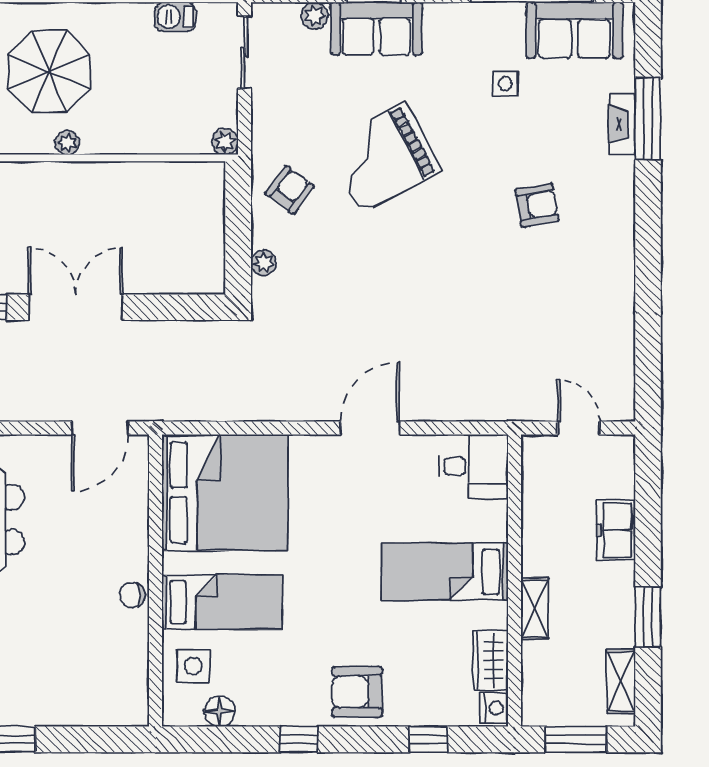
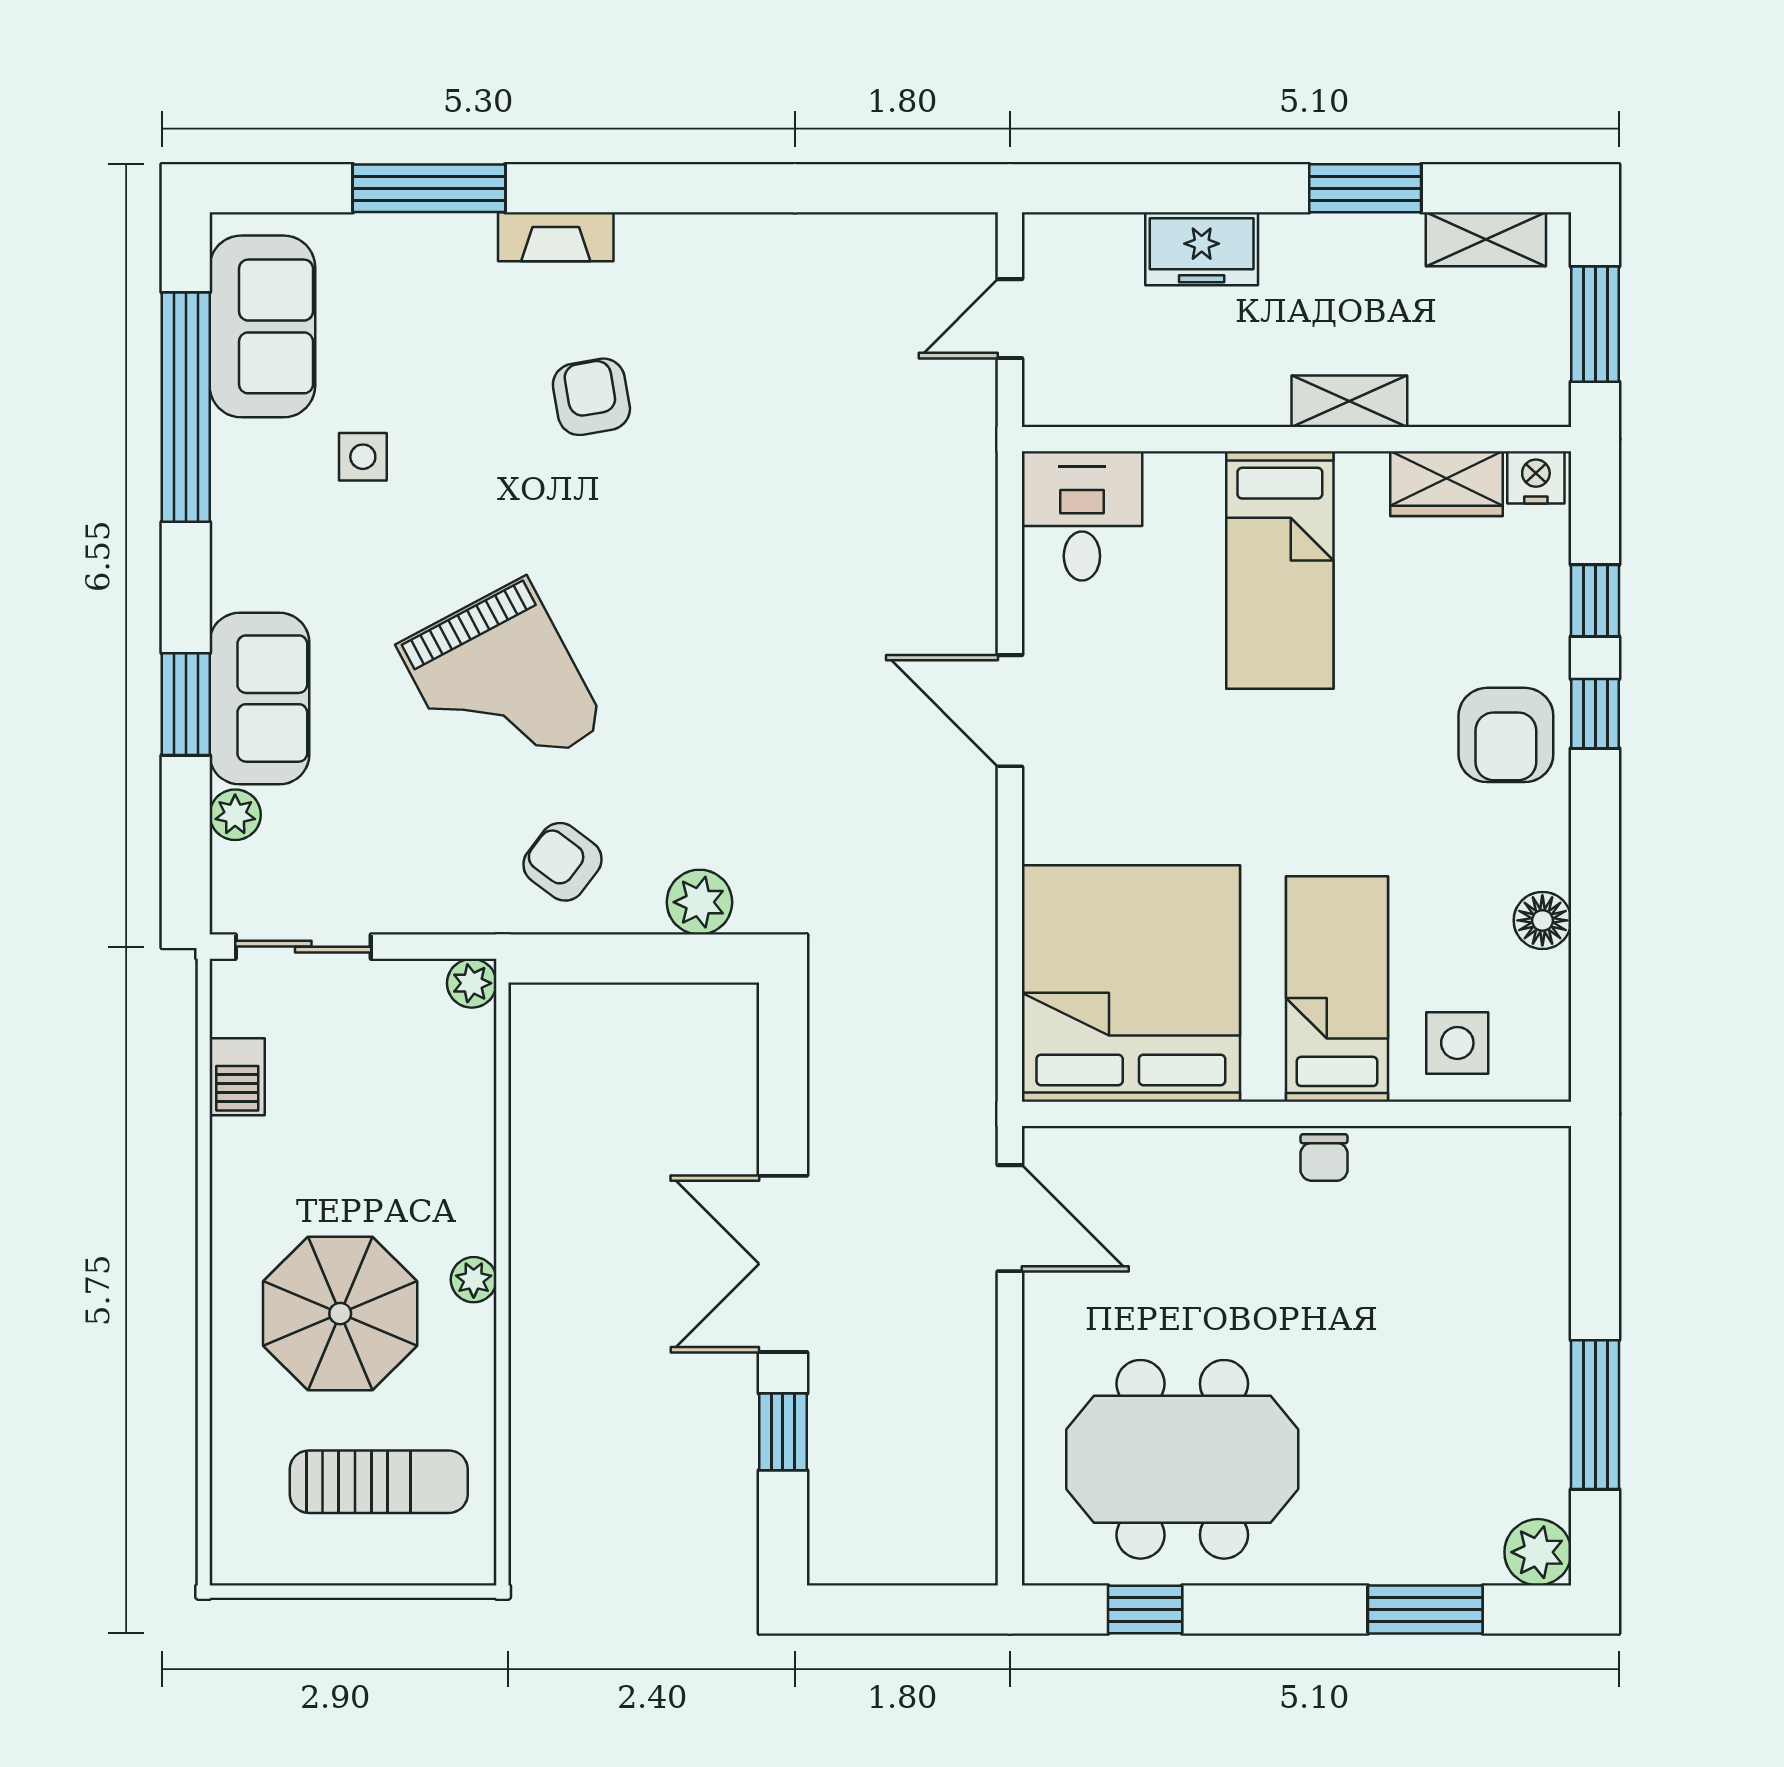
fireplace: (622, 124) -> (556, 237), moved
plant: (263, 263) -> (699, 902), width x1.38, depth x1.38
floor lamp: (219, 711) -> (1542, 920), moved
window: (299, 739) -> (1595, 714), moved

